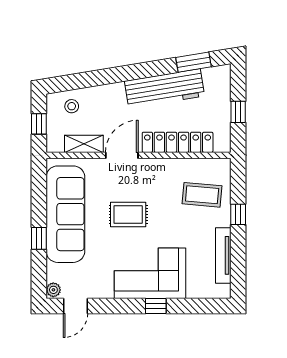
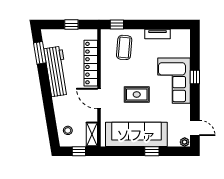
shelving: (84, 144) -> (92, 134), moved
window: (238, 214) -> (117, 25), moved
rug: (128, 215) -> (137, 94), turned 90
tv unit: (223, 255) -> (158, 34), width x0.71

